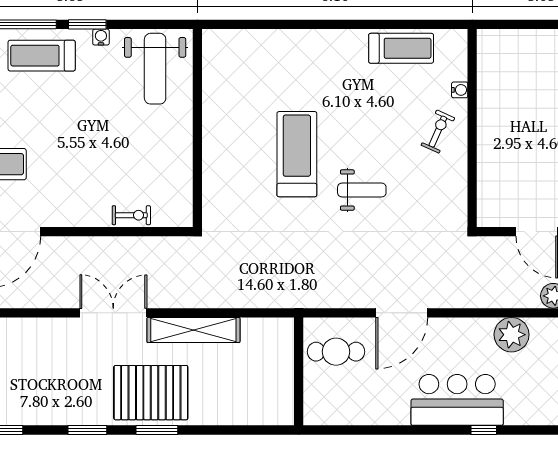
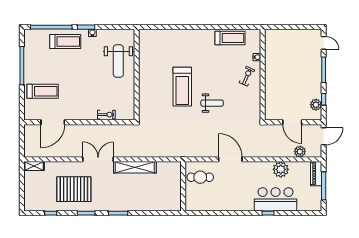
treadmill: (42, 56) -> (65, 41), turned 180
weight bench: (155, 69) -> (118, 61), moved
treadmill: (297, 154) -> (182, 87), turned 180
door: (402, 313) -> (230, 159), swing flipped
pallet: (151, 393) -> (74, 189), moved
bar counter: (457, 400) -> (276, 199), moved

